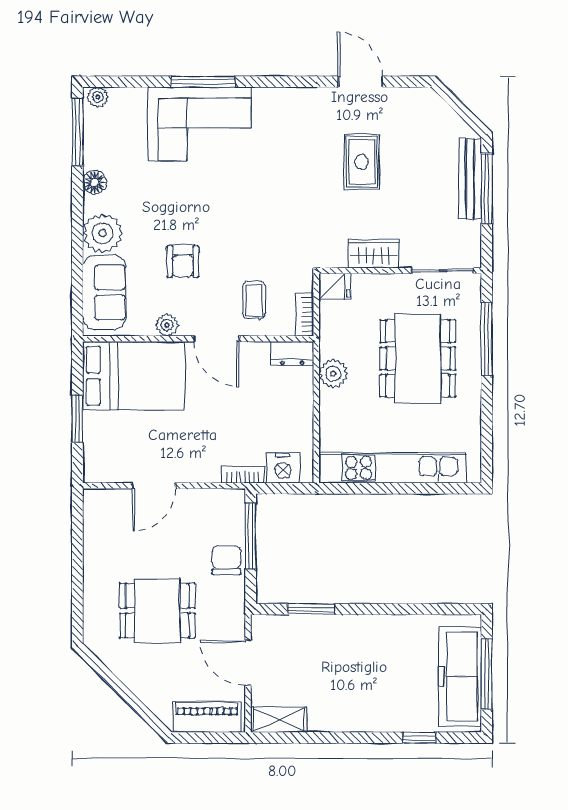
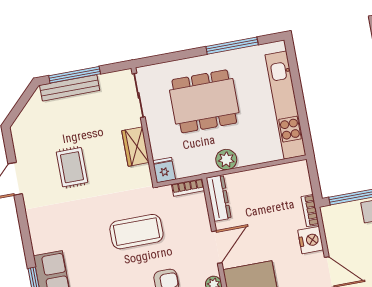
rug: (362, 162) -> (72, 167), turned 90
coffee table: (254, 300) -> (136, 232), moved, width x1.86, depth x1.72
window: (487, 339) -> (232, 46), moved
dresser: (292, 354) -> (219, 198), width x1.44
nightstand: (283, 468) -> (311, 240), moved

